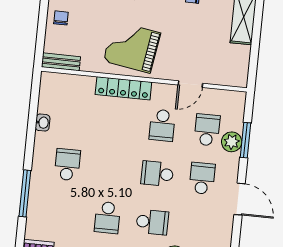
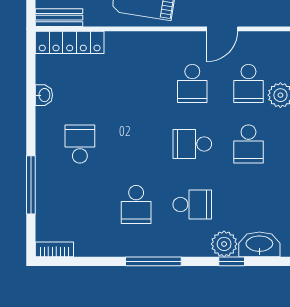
locker: (123, 88) -> (70, 42), moved
school desk: (207, 130) -> (248, 83), turned 180
school desk: (202, 178) -> (248, 144), turned 180

